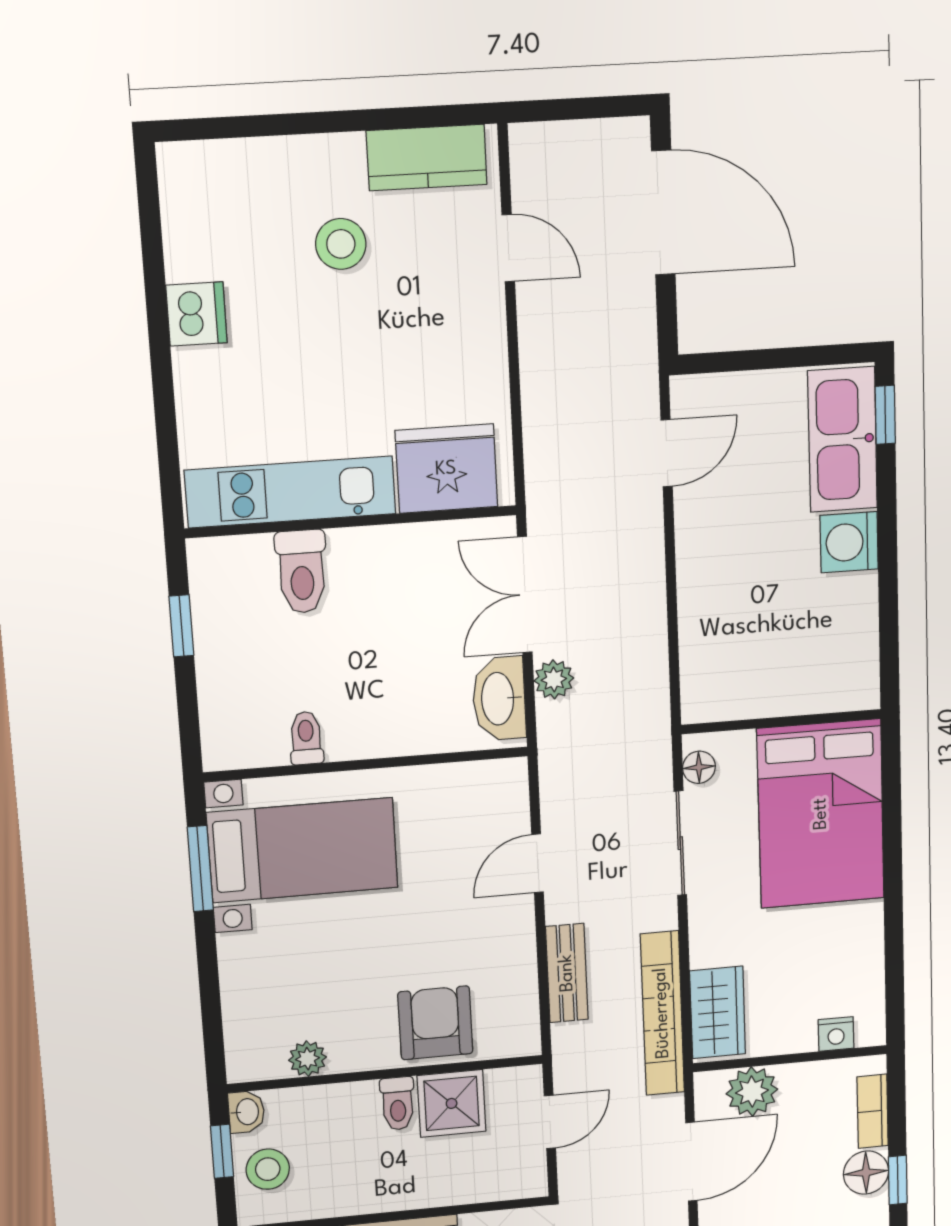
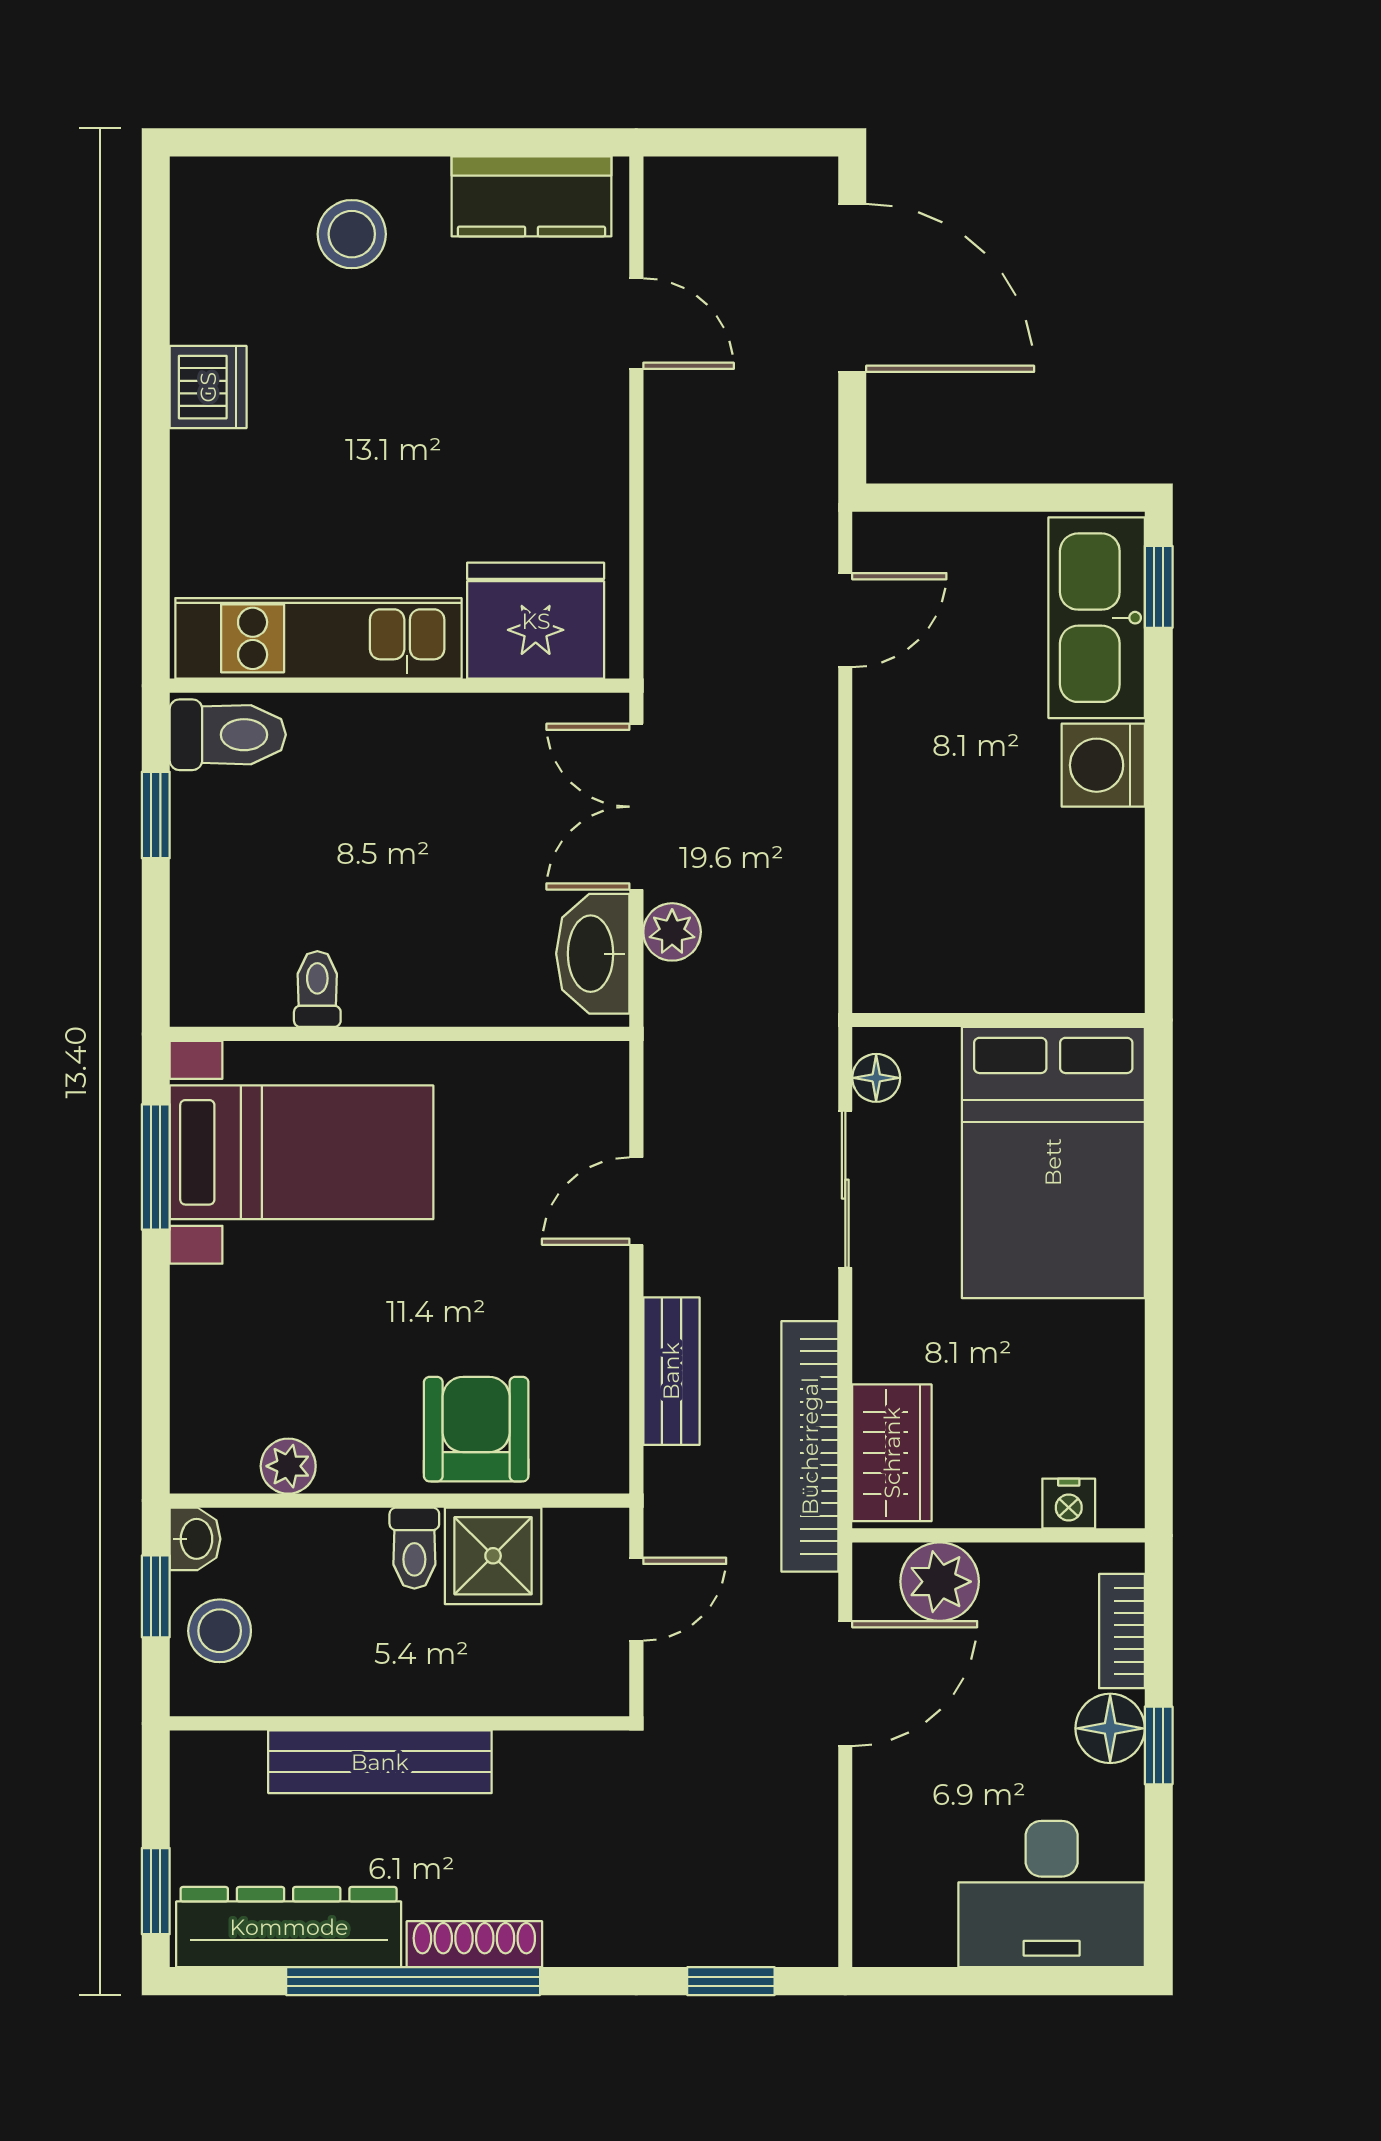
stool: (341, 244) -> (352, 234), moved
toilet: (302, 572) -> (228, 735), moved, turned -90

